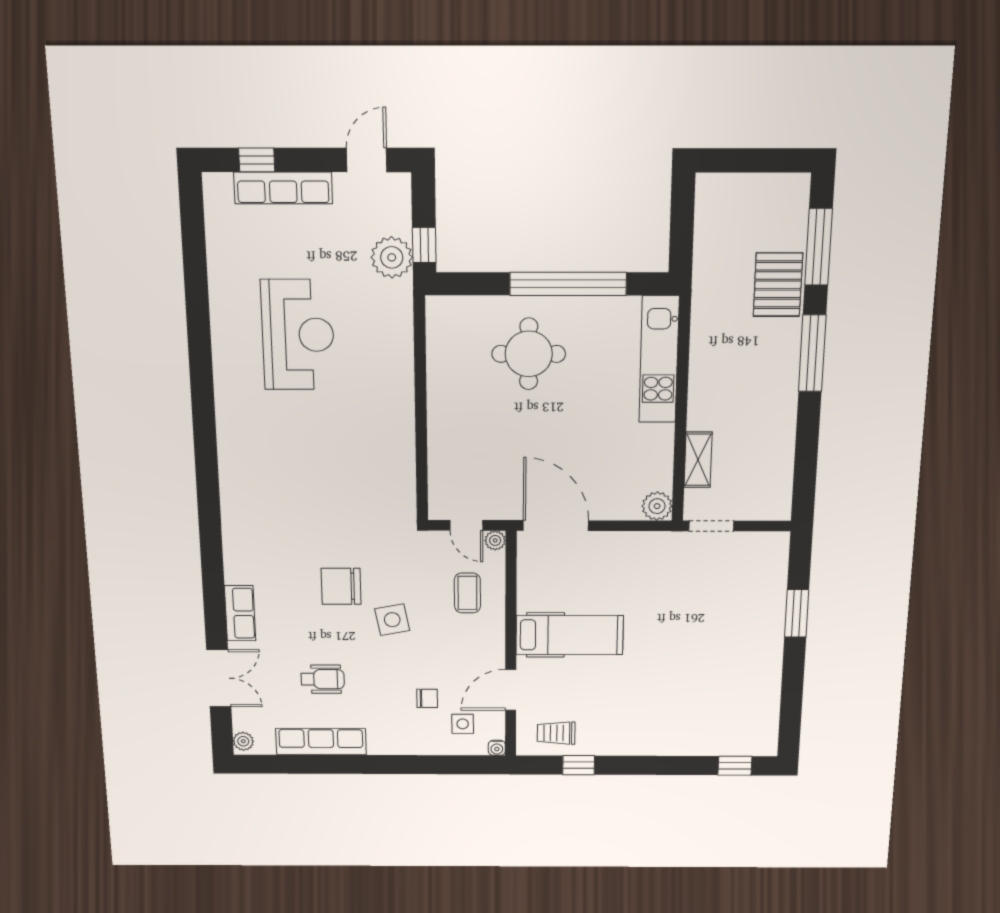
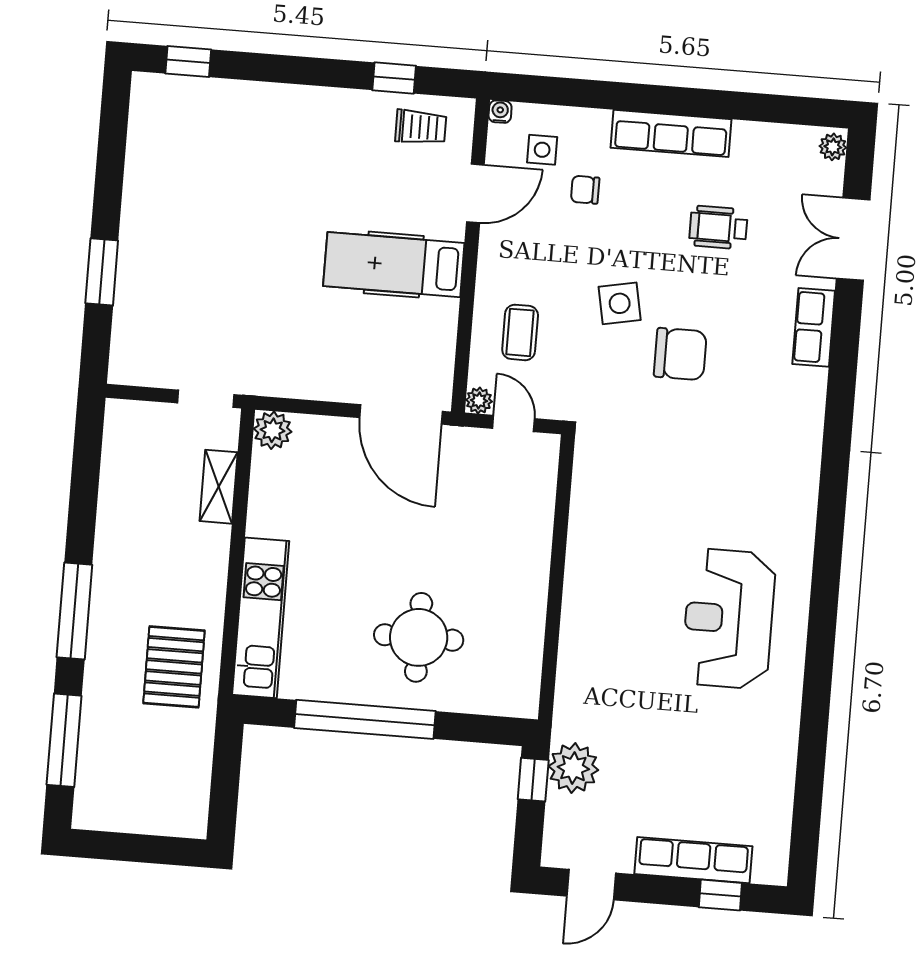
pallet: (778, 285) -> (174, 667), moved
reception desk: (298, 335) -> (729, 619), moved
row of seats: (321, 742) -> (671, 133), moved

